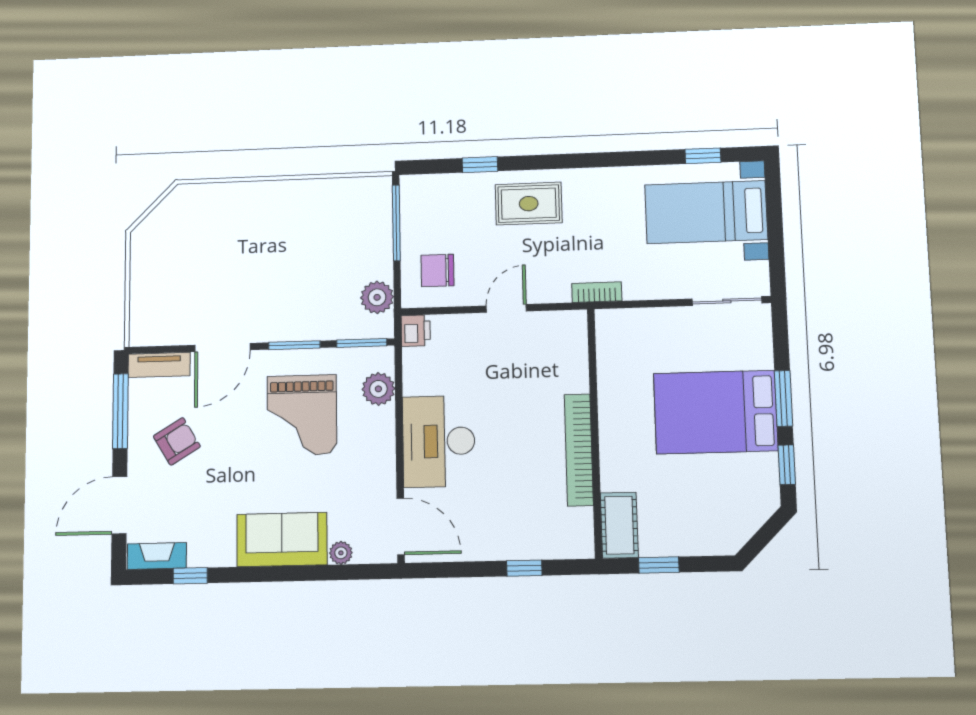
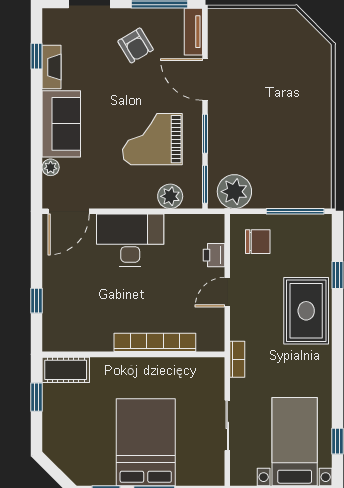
rug: (529, 204) -> (306, 311), width x1.36, depth x1.43
chair: (438, 270) -> (258, 242), turned 90
plant: (377, 297) -> (234, 192), width x1.36, depth x1.36
sliding door: (727, 301) -> (227, 425), moved
door: (506, 308) -> (227, 292), swing flipped
printer: (416, 331) -> (214, 255), moved, turned 90
bookcase: (579, 450) -> (155, 342), moved
fireplace: (157, 556) -> (51, 67), moved

